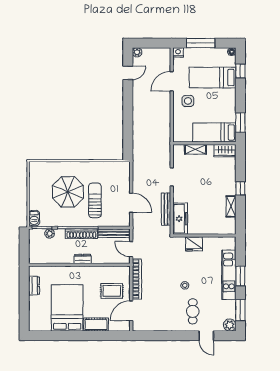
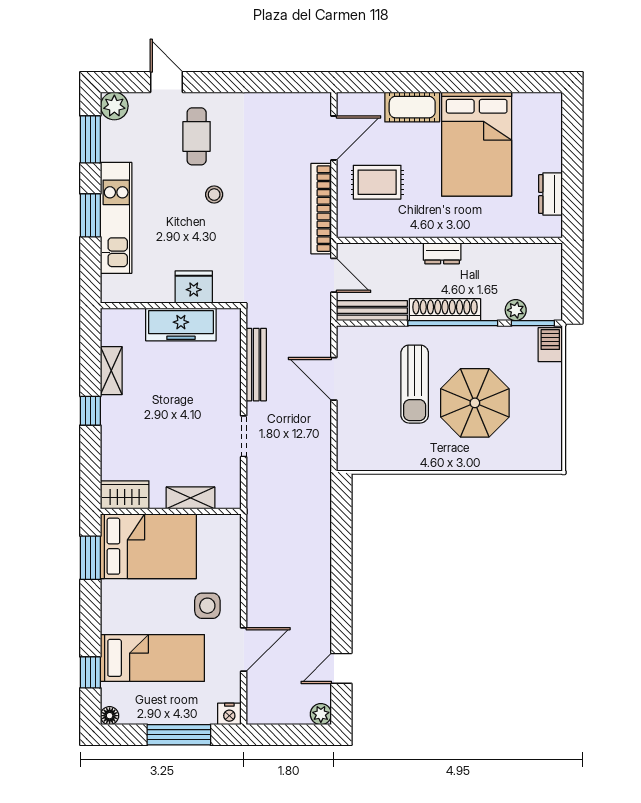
bed: (214, 132) -> (148, 546), width x1.50
freezer: (180, 219) -> (181, 324), moved, turned -90

